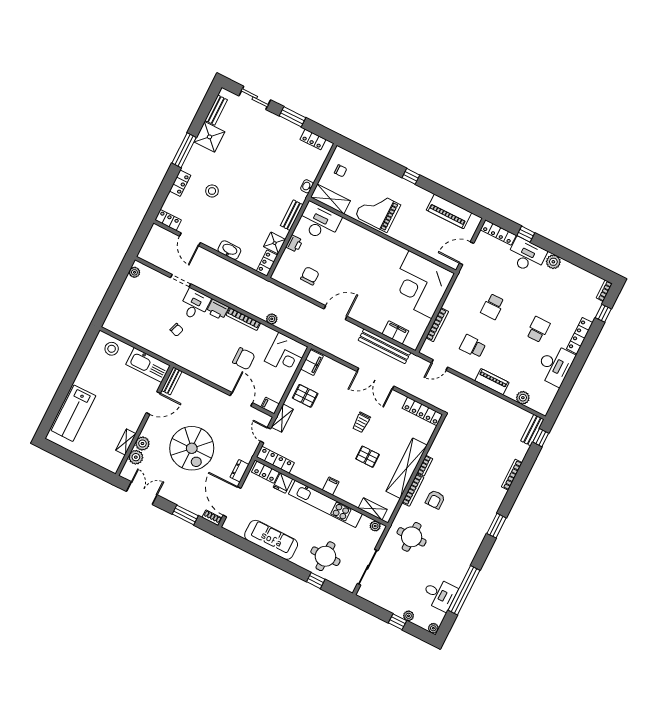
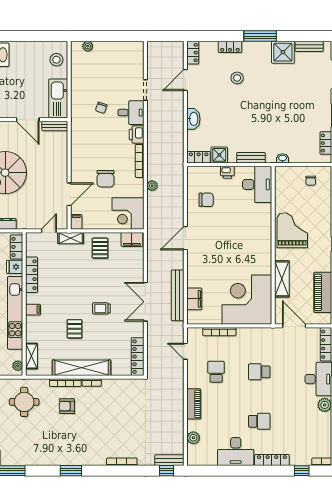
shelving: (330, 199) -> (282, 279), moved
plant: (134, 272) -> (88, 46), moved
door: (335, 313) -> (185, 238), swing flipped
locker: (275, 460) -> (32, 275), moved

